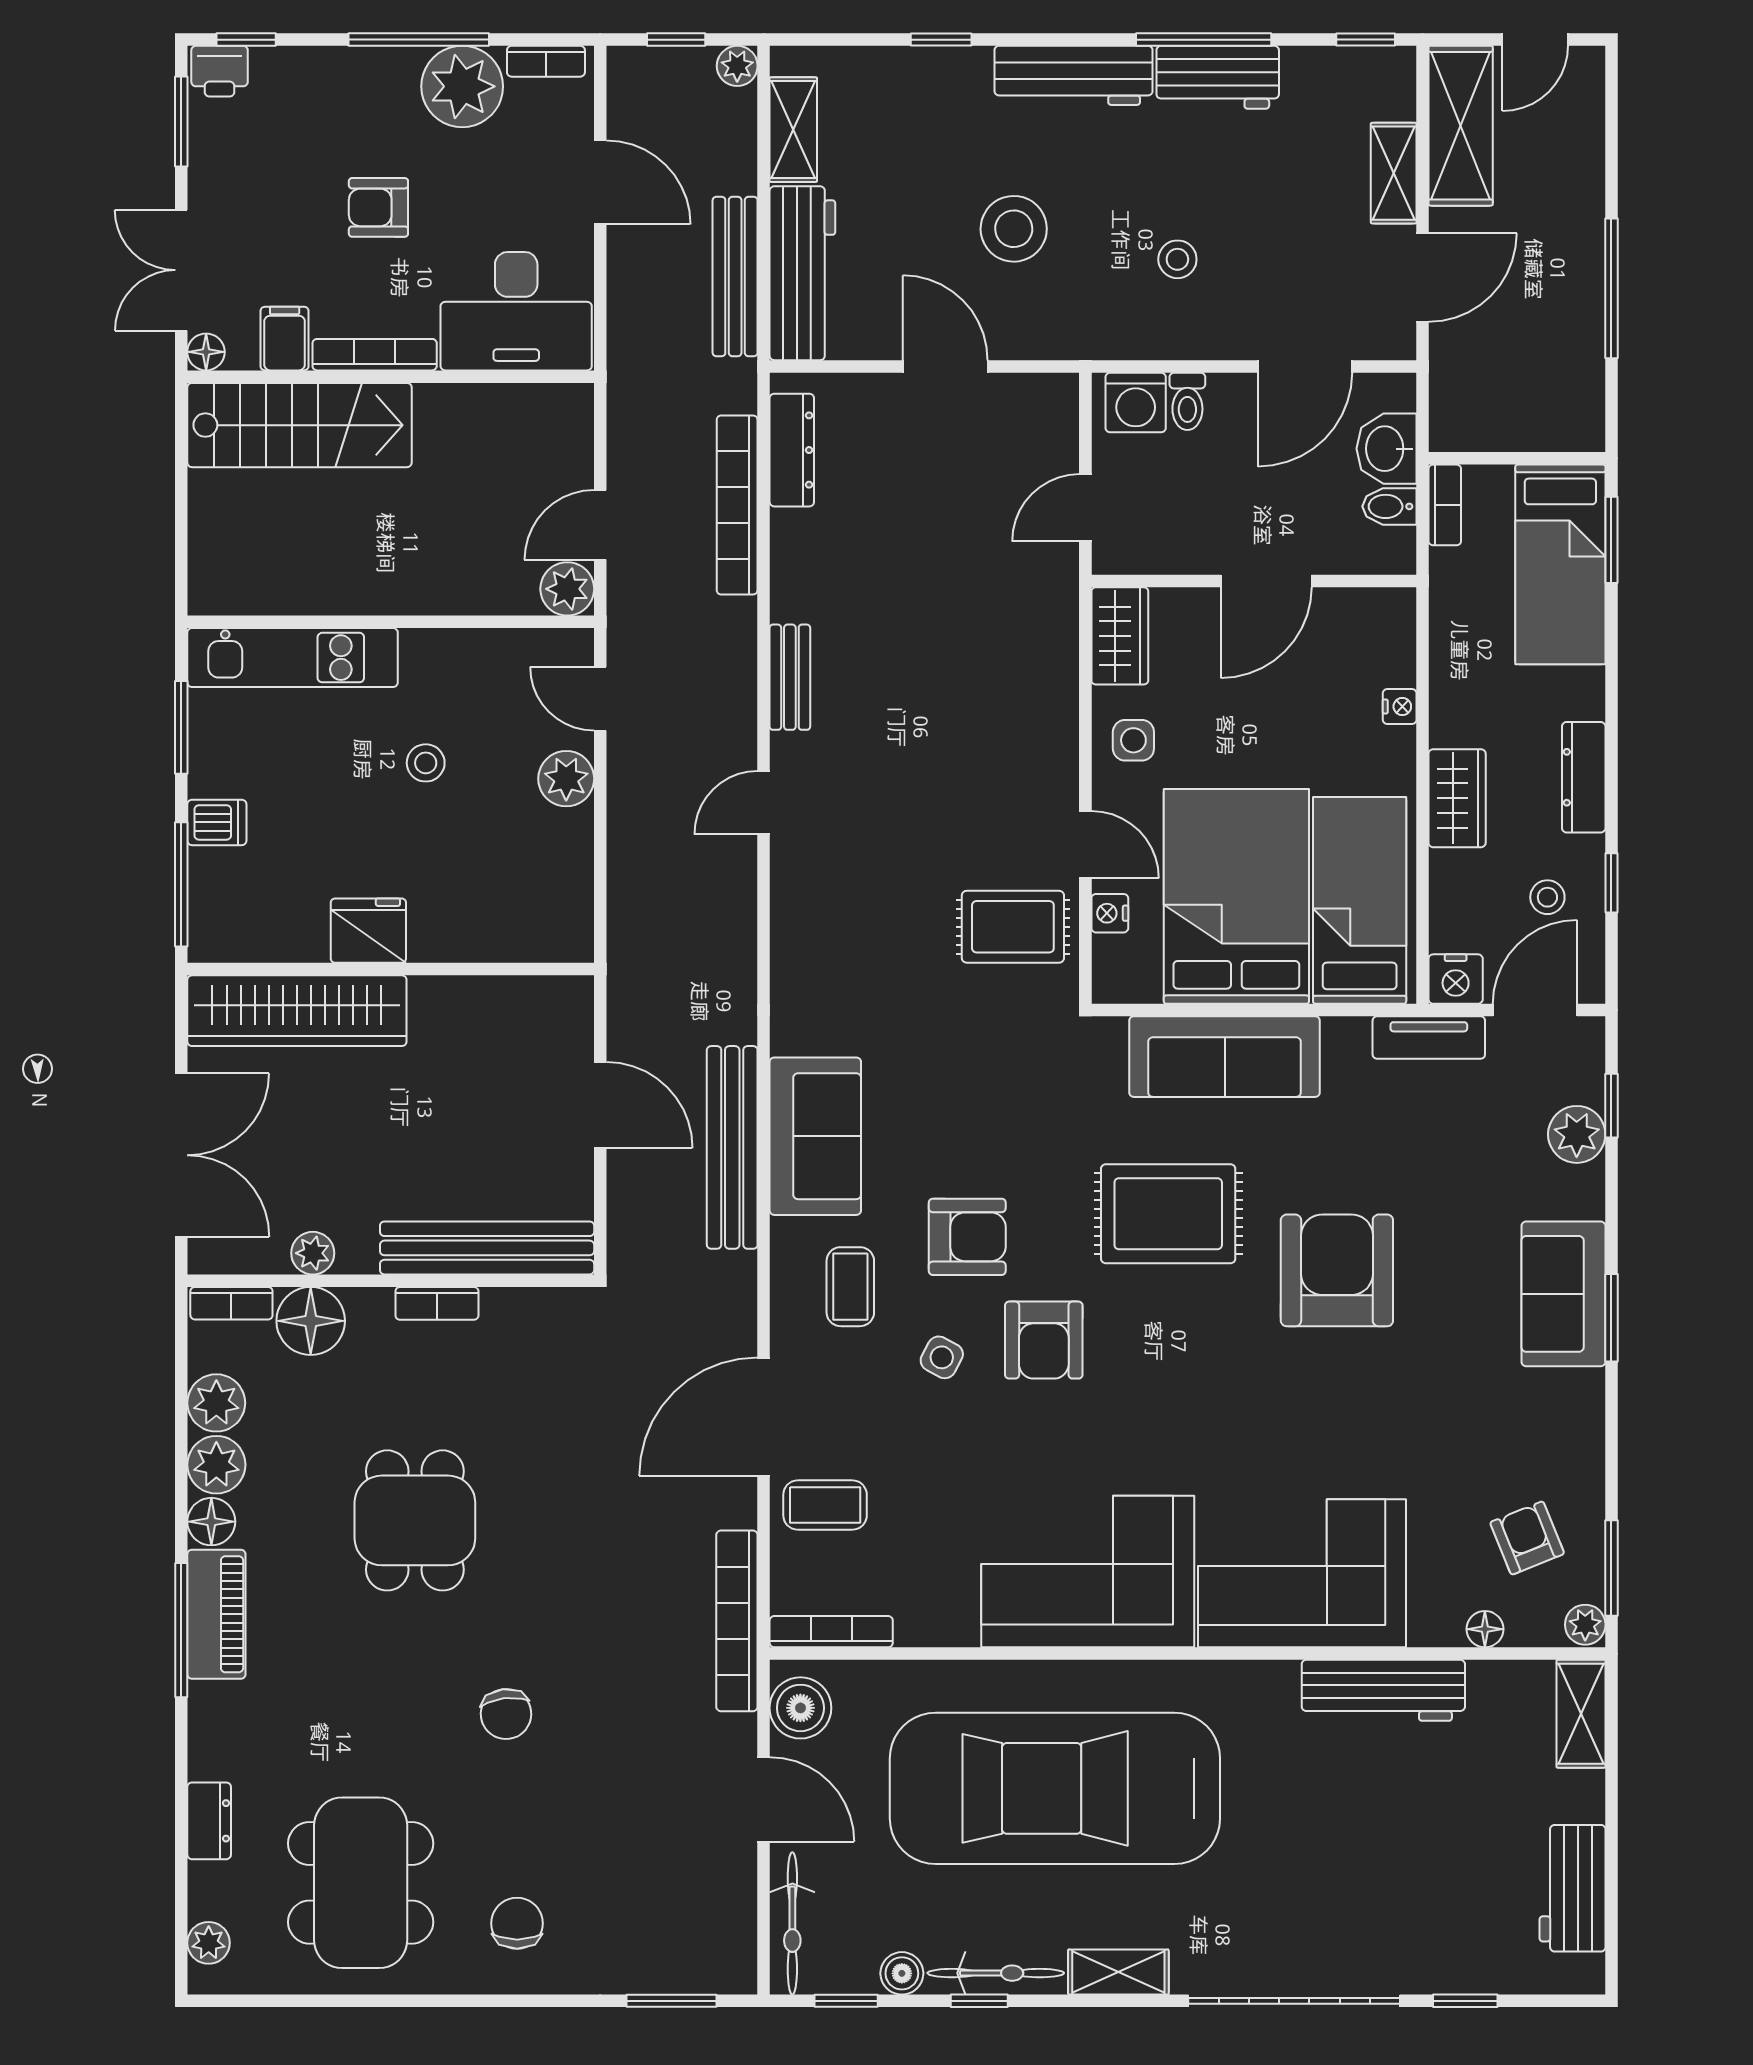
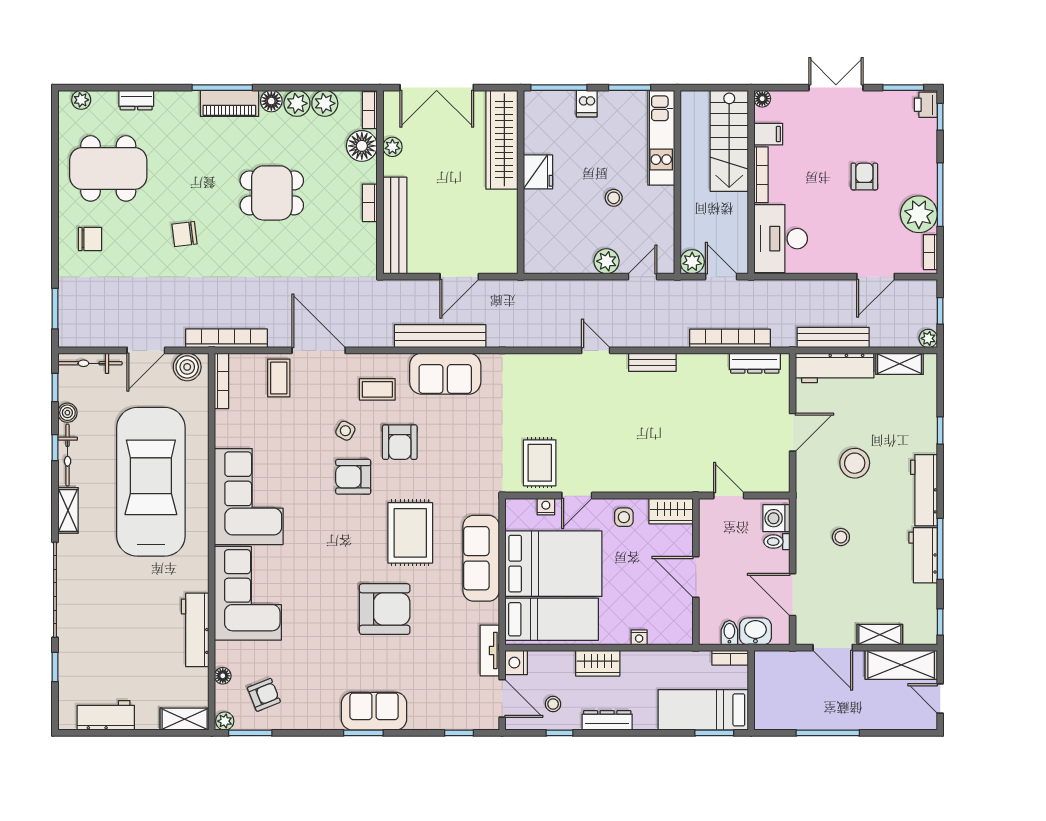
desk: (516, 311) -> (781, 239), moved
filing cabinet: (285, 339) -> (768, 134), moved
floor lamp: (206, 352) -> (762, 99), moved
bookcase: (375, 355) -> (761, 175), moved
wall: (391, 377) -> (751, 182), moved
stairs: (299, 425) -> (729, 141), moved
plant: (1577, 1134) -> (446, 717), removed

